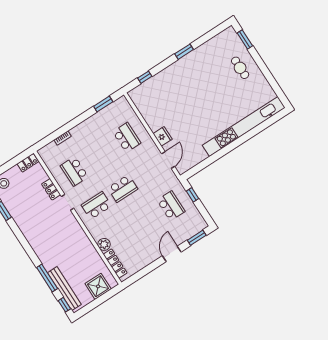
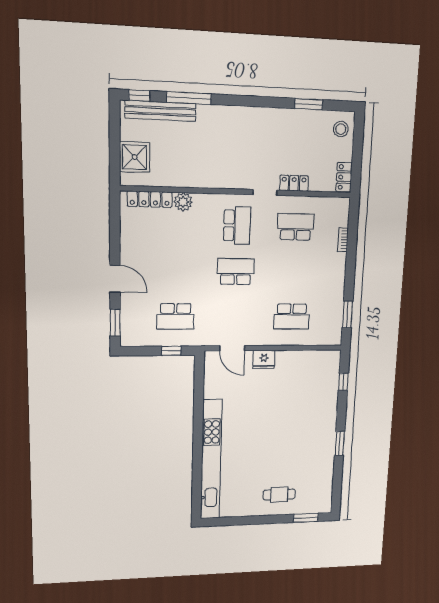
school desk: (123, 189) -> (236, 272), turned 90

